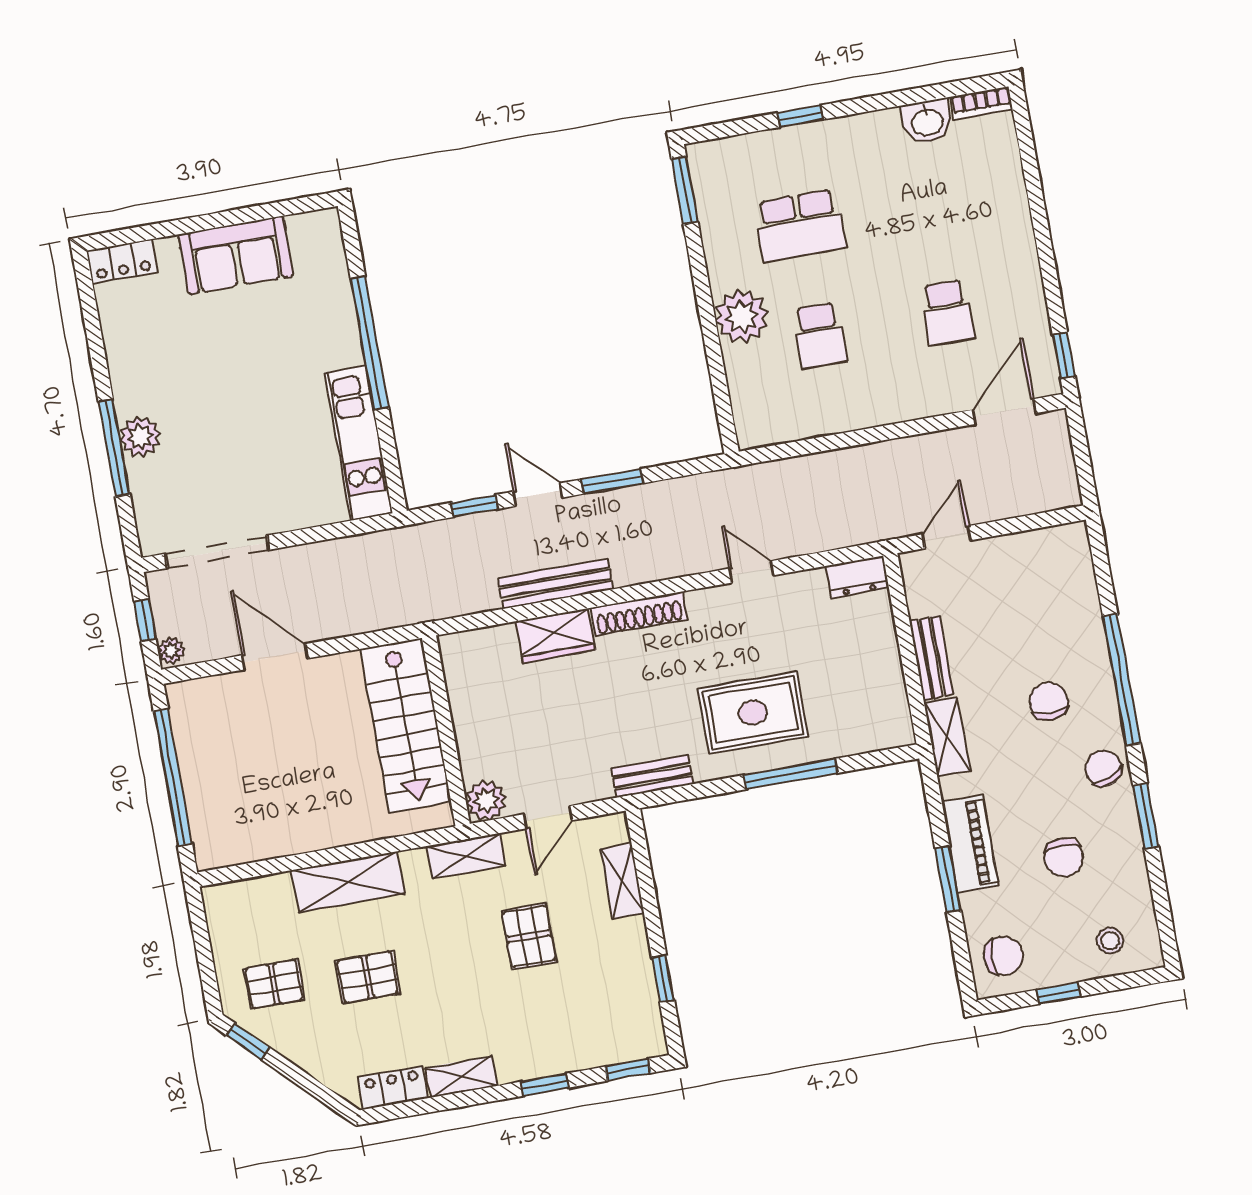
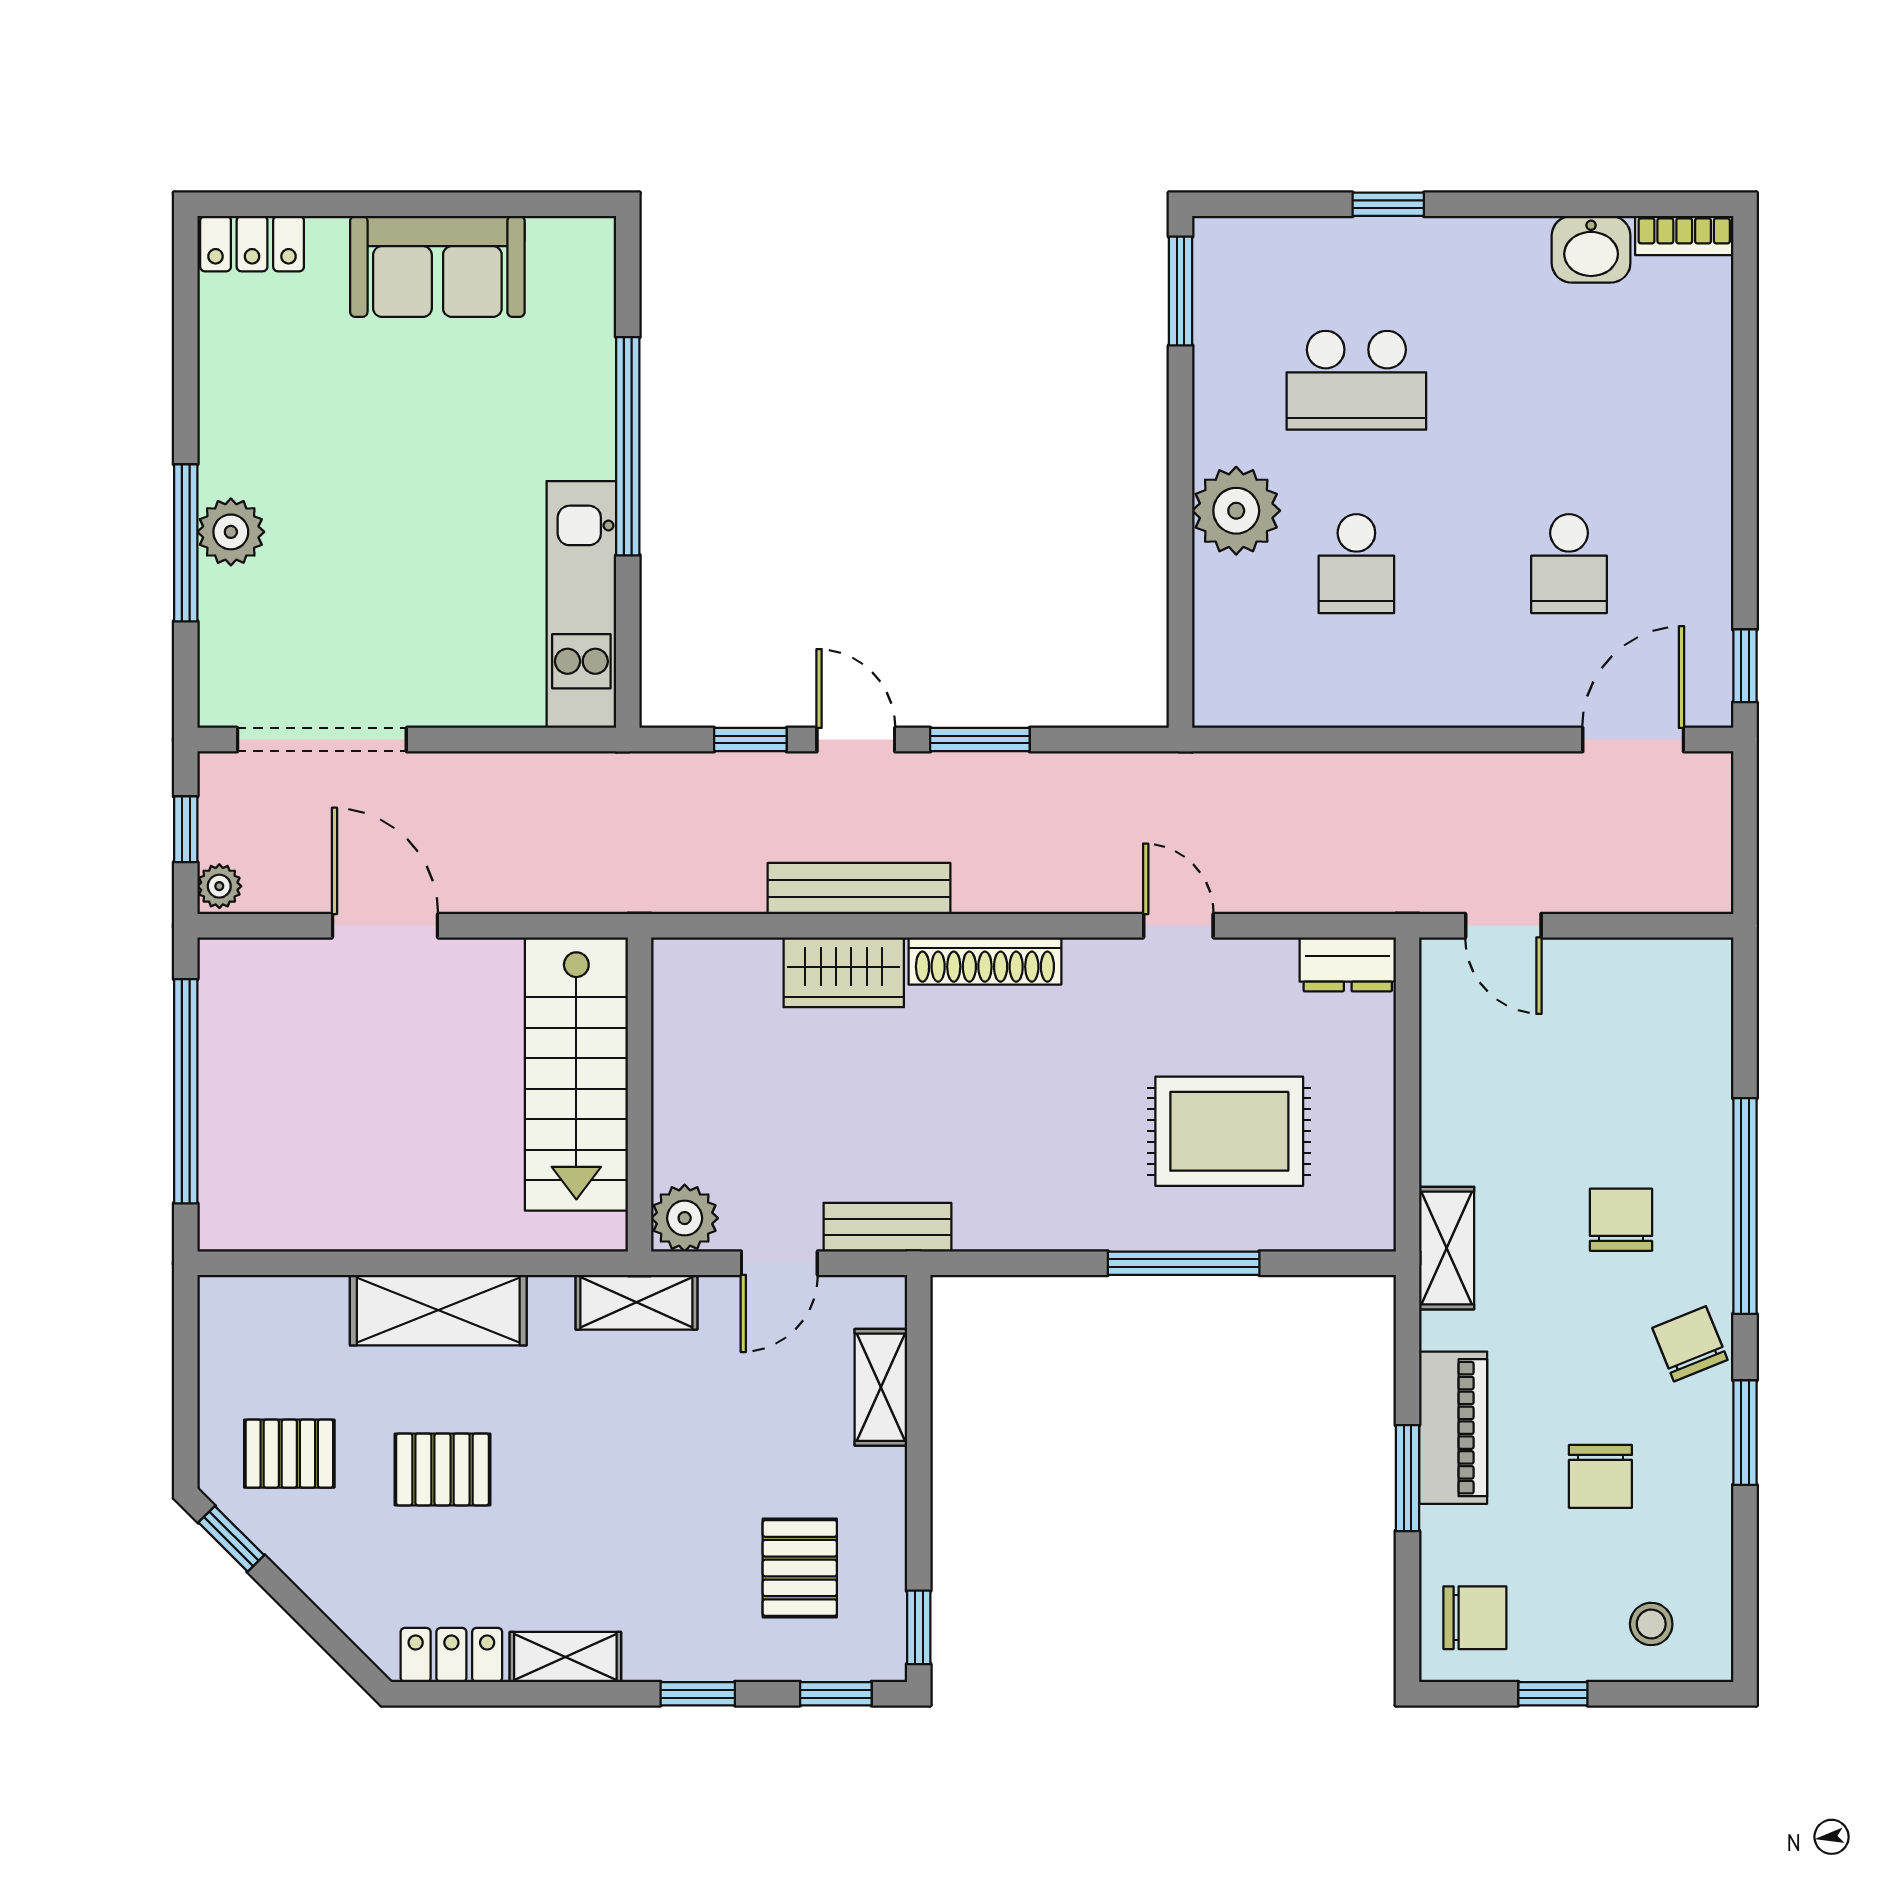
door: (947, 537) -> (1503, 926), swing flipped
bench: (931, 658) -> (1444, 1116), removed
rug: (753, 713) -> (1229, 1131), moved
bench: (653, 776) -> (887, 1227), moved
pallet: (529, 936) -> (800, 1568), moved
window: (663, 979) -> (919, 1627), moved

